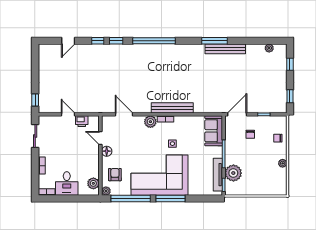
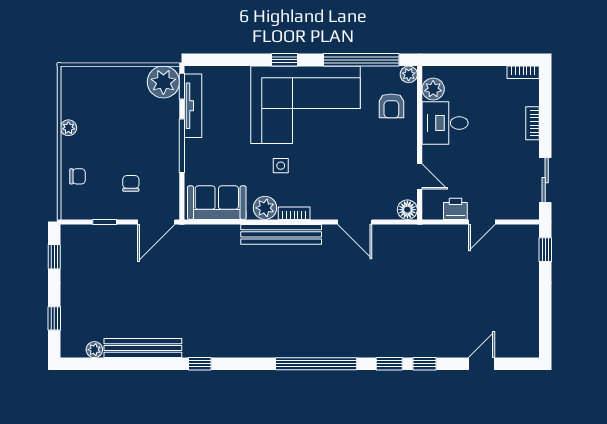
window: (214, 41) -> (200, 364), width x0.46
bench: (225, 49) -> (143, 348), moved
door: (68, 114) -> (482, 222), hinge flipped
door: (124, 114) -> (355, 222), moved
plant: (150, 122) -> (265, 208), moved
sofa: (214, 131) -> (217, 203), moved, turned -90
floor lamp: (107, 151) -> (407, 210), moved
plant: (233, 173) -> (163, 82), moved
desk: (67, 183) -> (445, 123), moved, turned -90
window: (170, 199) -> (284, 60), width x0.46

